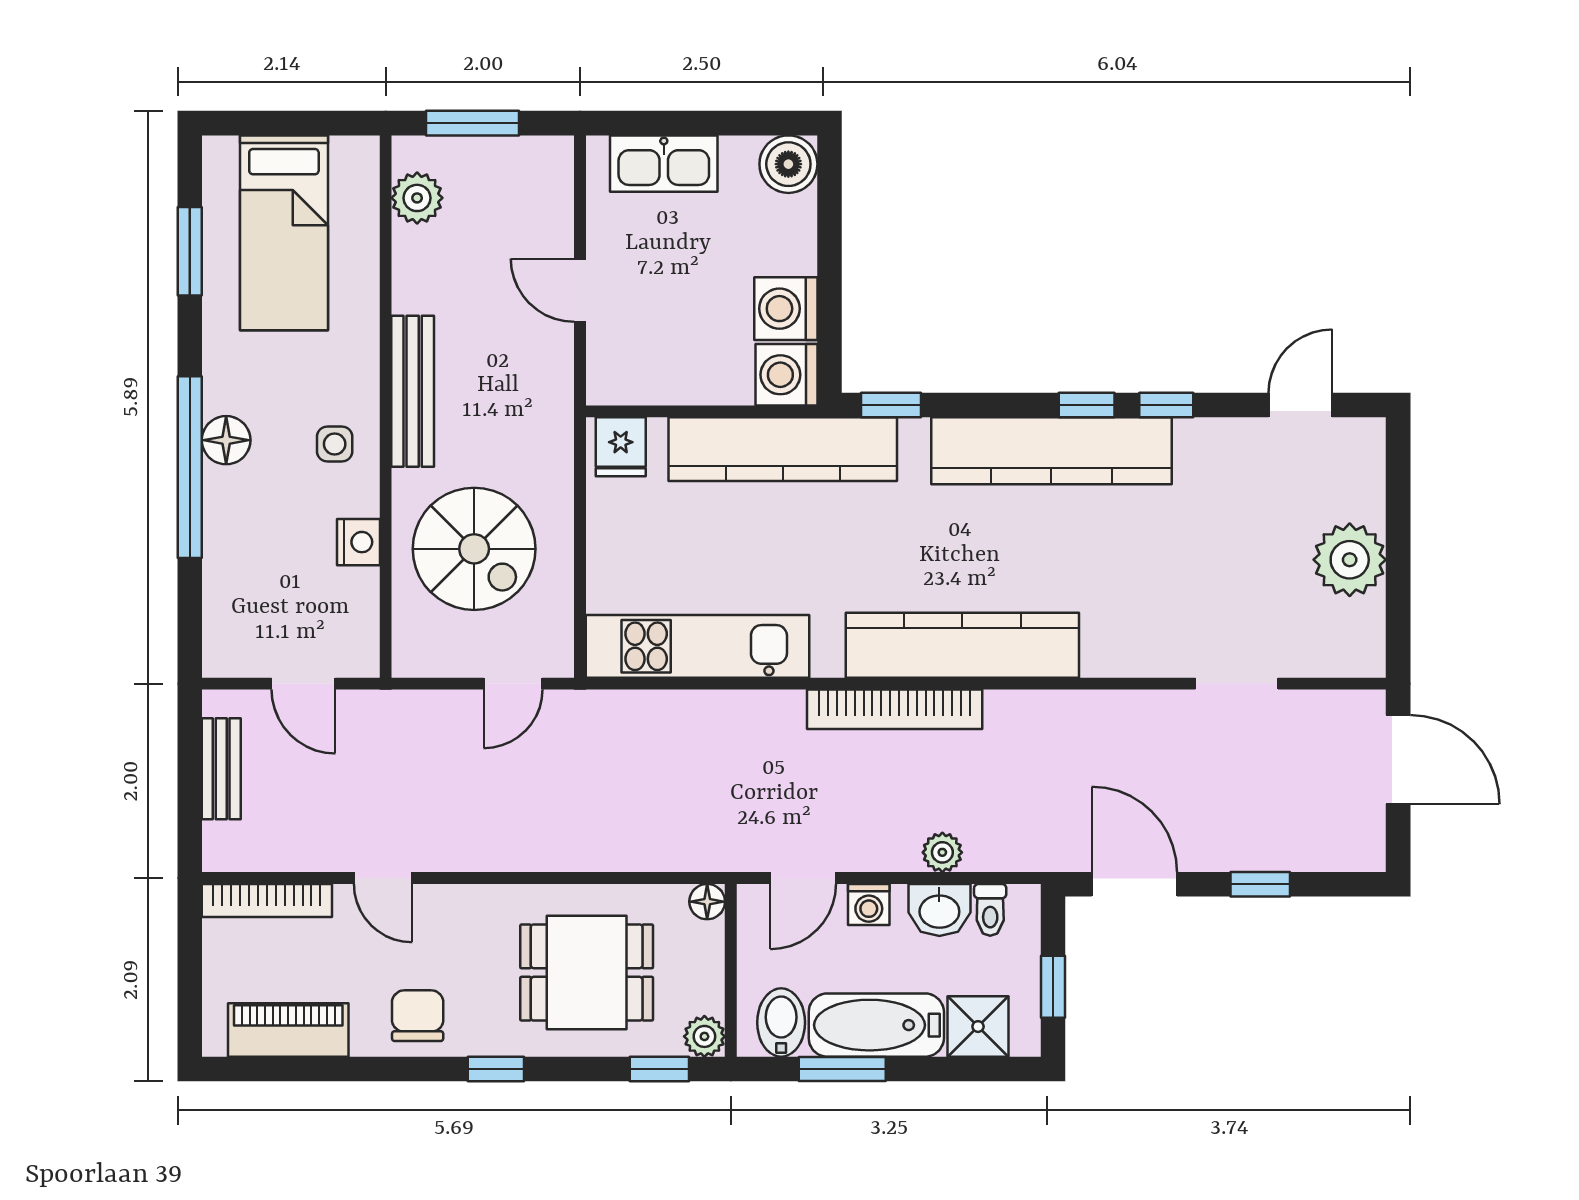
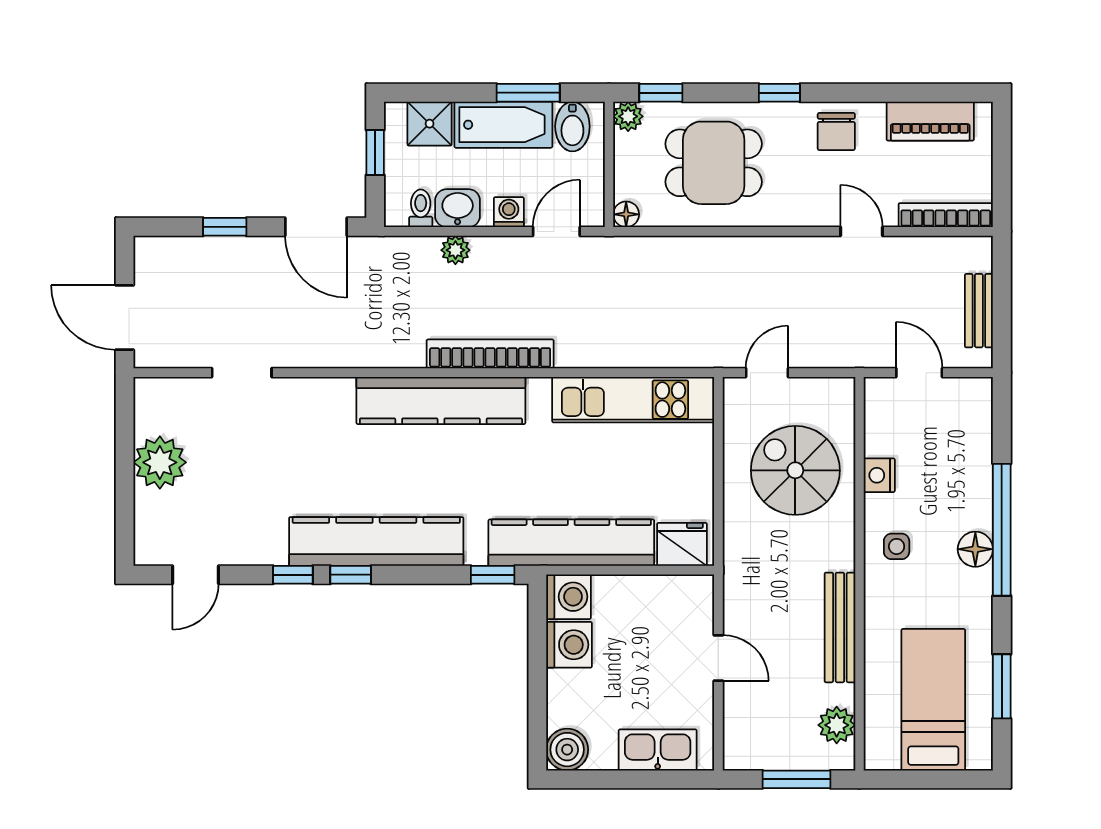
bench: (413, 391) -> (840, 627), moved
fridge: (621, 447) -> (682, 544), width x1.38

